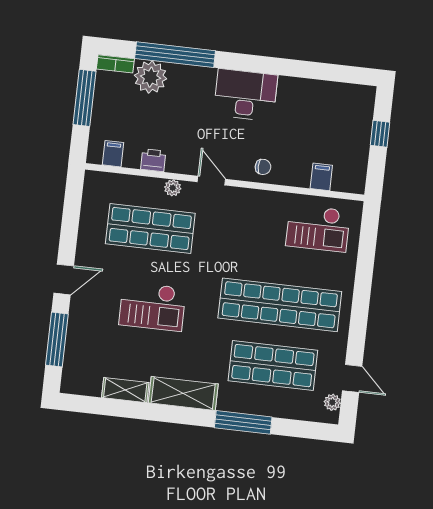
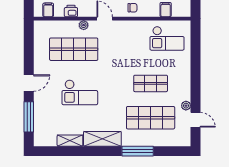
shop shelf: (280, 305) -> (151, 83), width x0.50, depth x0.74
plant: (332, 402) -> (186, 106), moved

